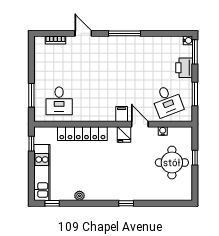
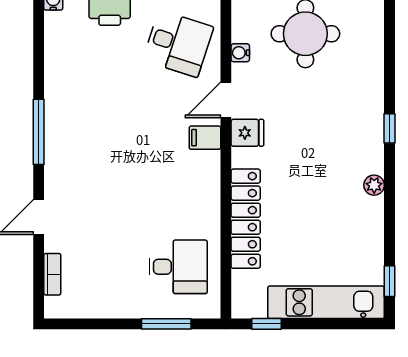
desk: (167, 101) -> (178, 44), turned 39
plant: (80, 196) -> (374, 185), moved

